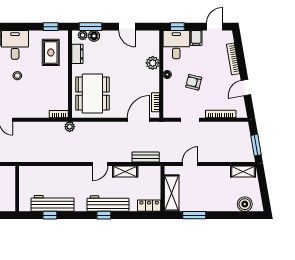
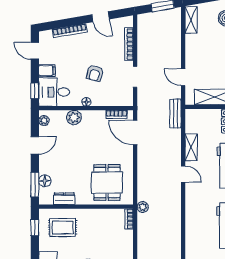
plant: (83, 35) -> (44, 121), moved
dining table: (92, 94) -> (107, 183), width x0.73
bench: (146, 157) -> (175, 114), moved

